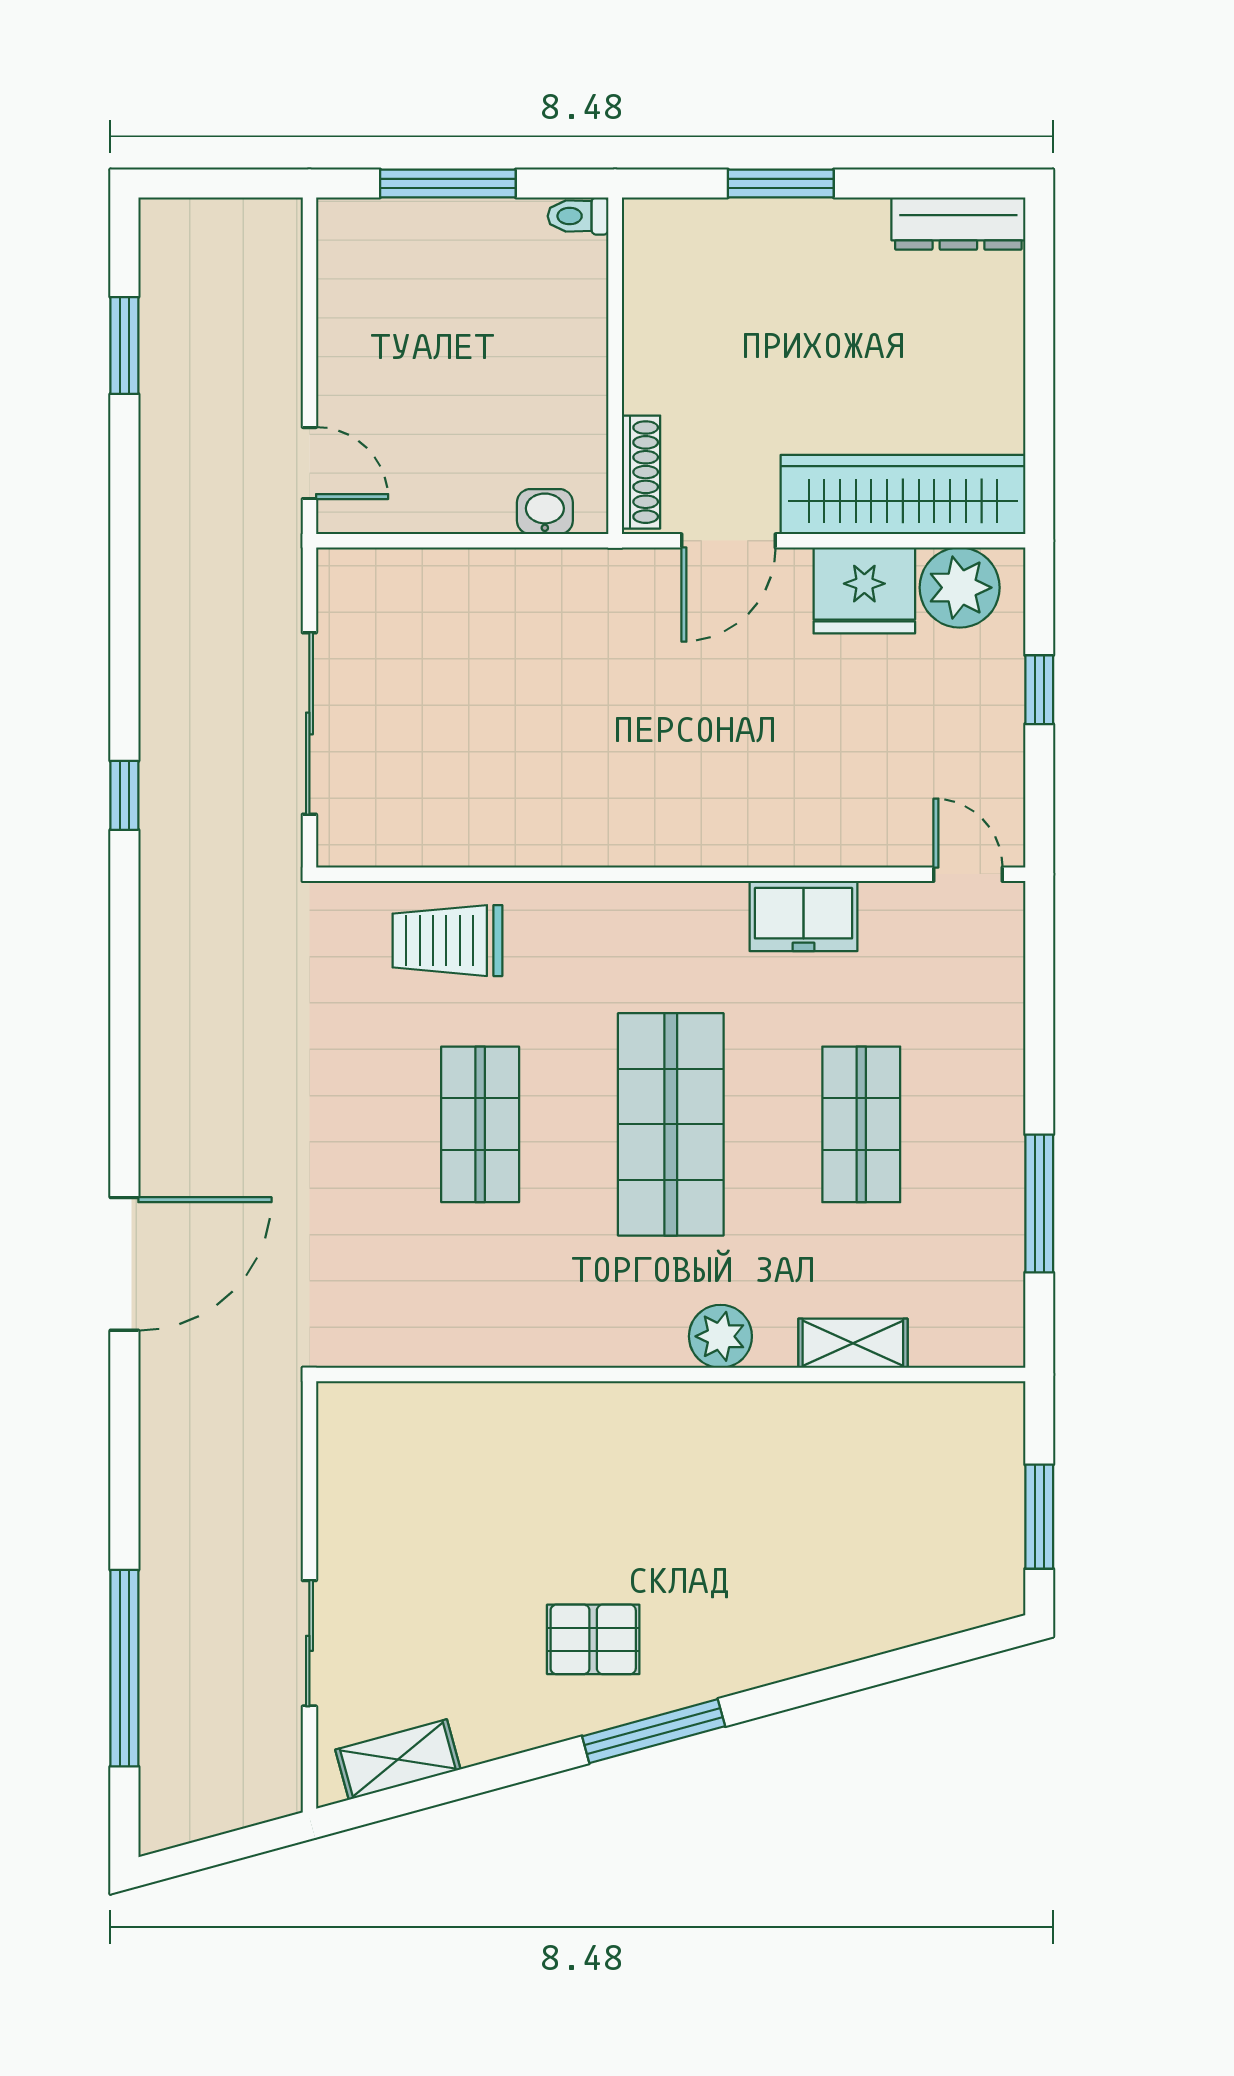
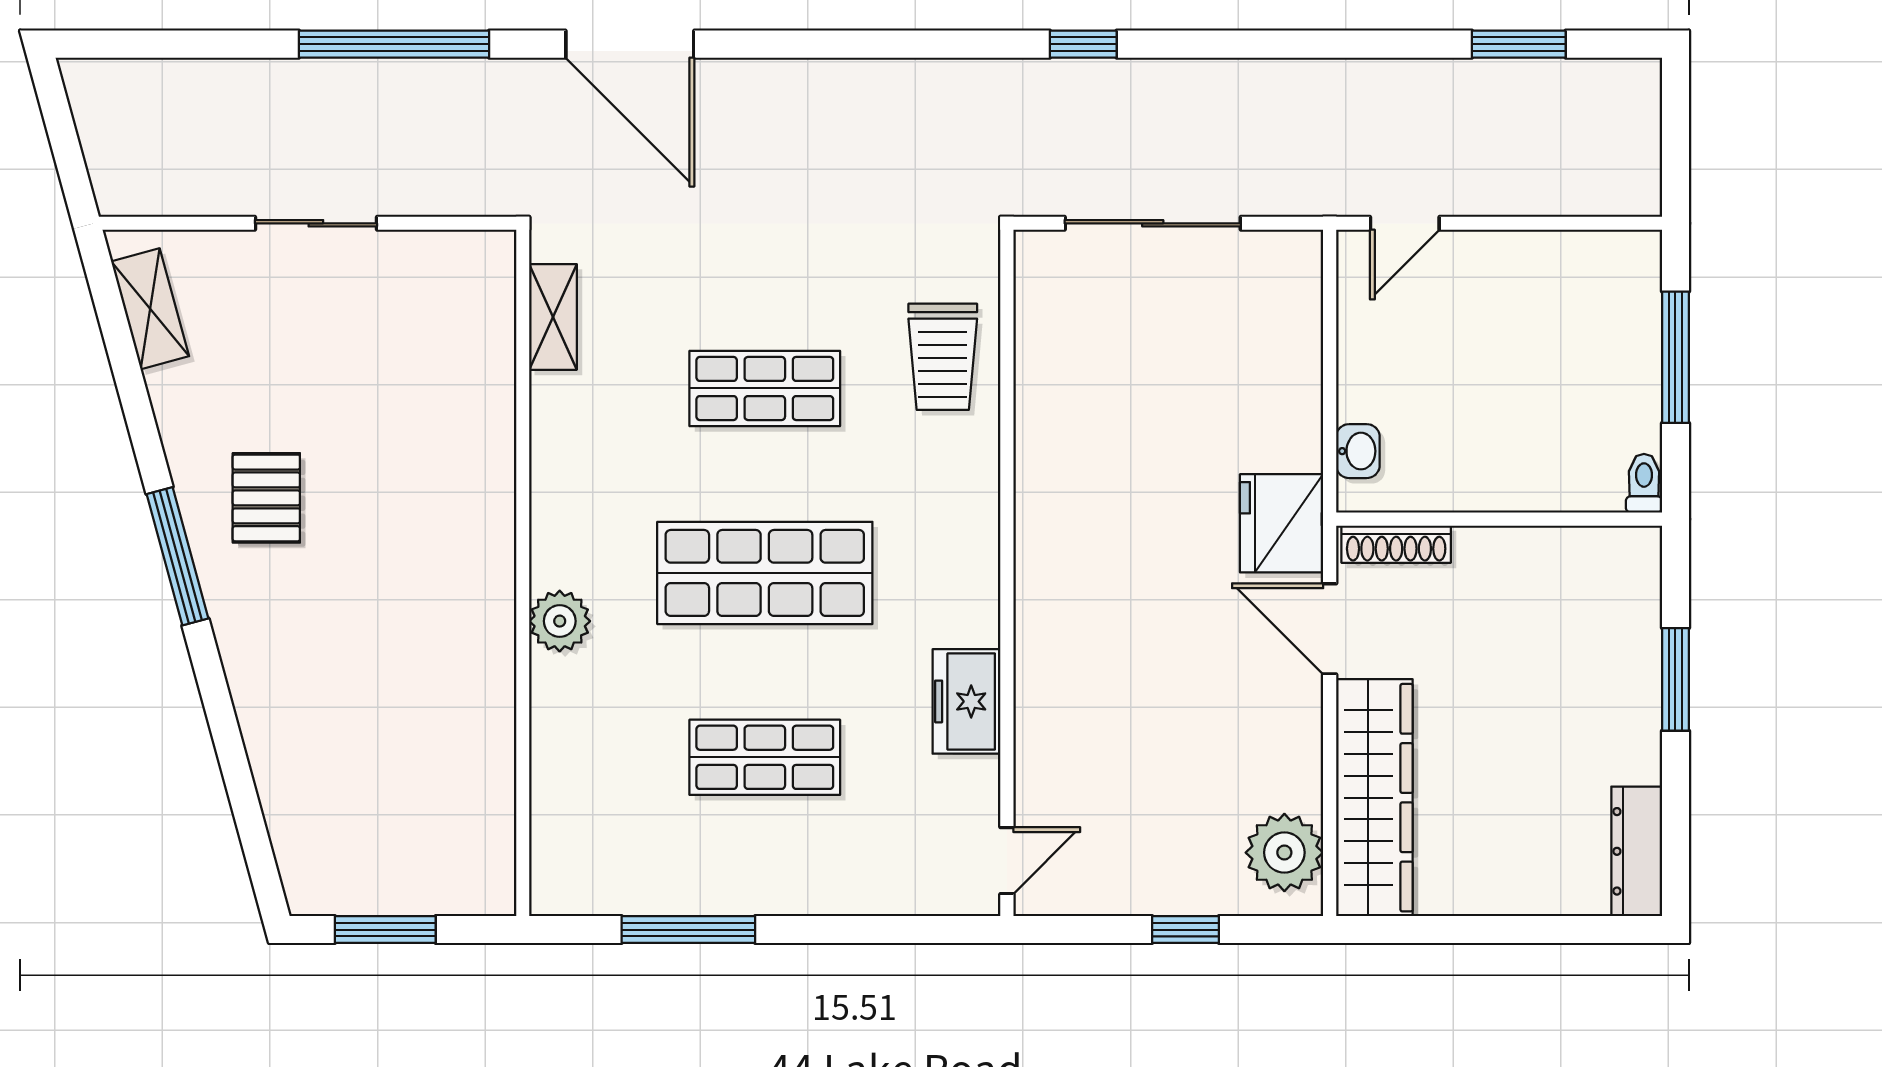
fridge: (864, 590) -> (1282, 523), moved
trolley: (447, 941) -> (943, 357), turned 180
shelving: (853, 1343) -> (553, 317), moved
sliding door: (309, 1643) -> (316, 223), moved
window: (124, 1668) -> (394, 44), moved

